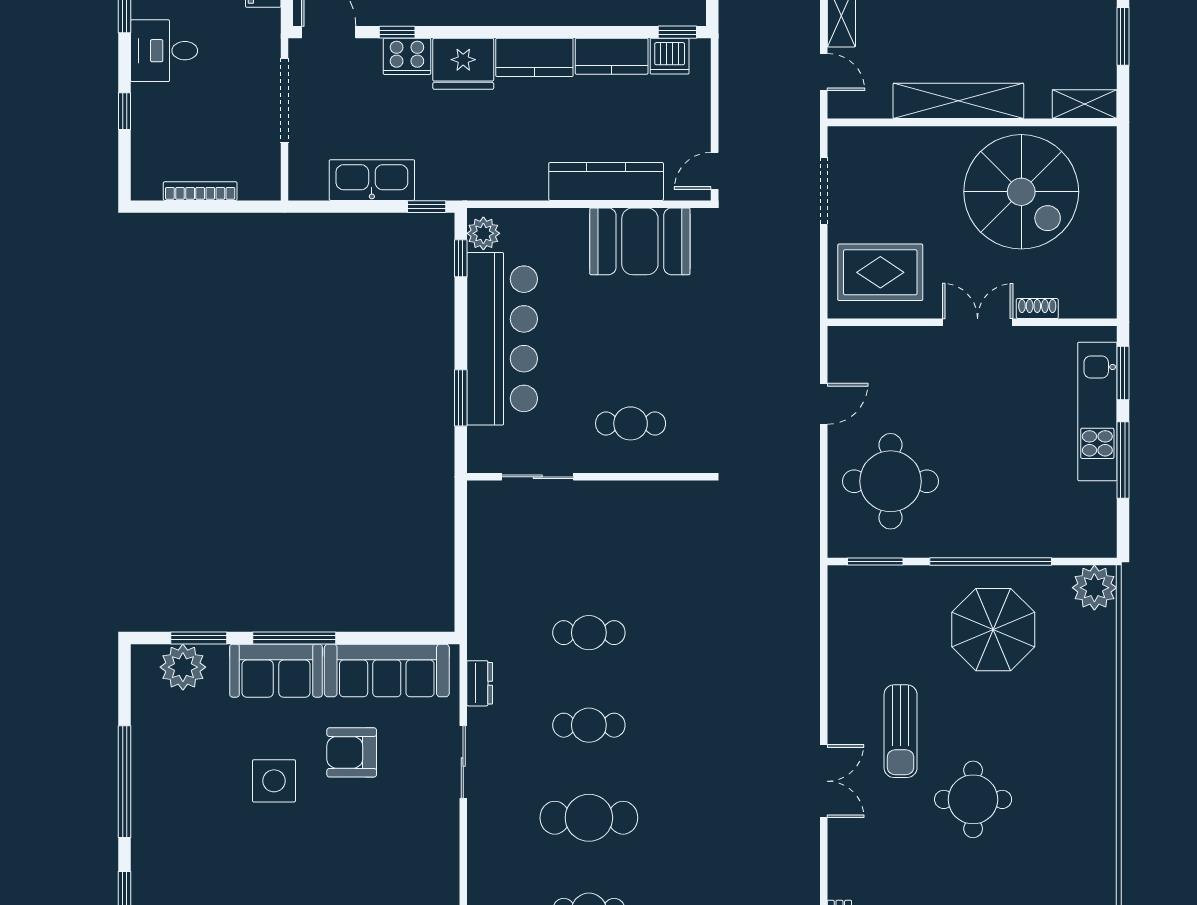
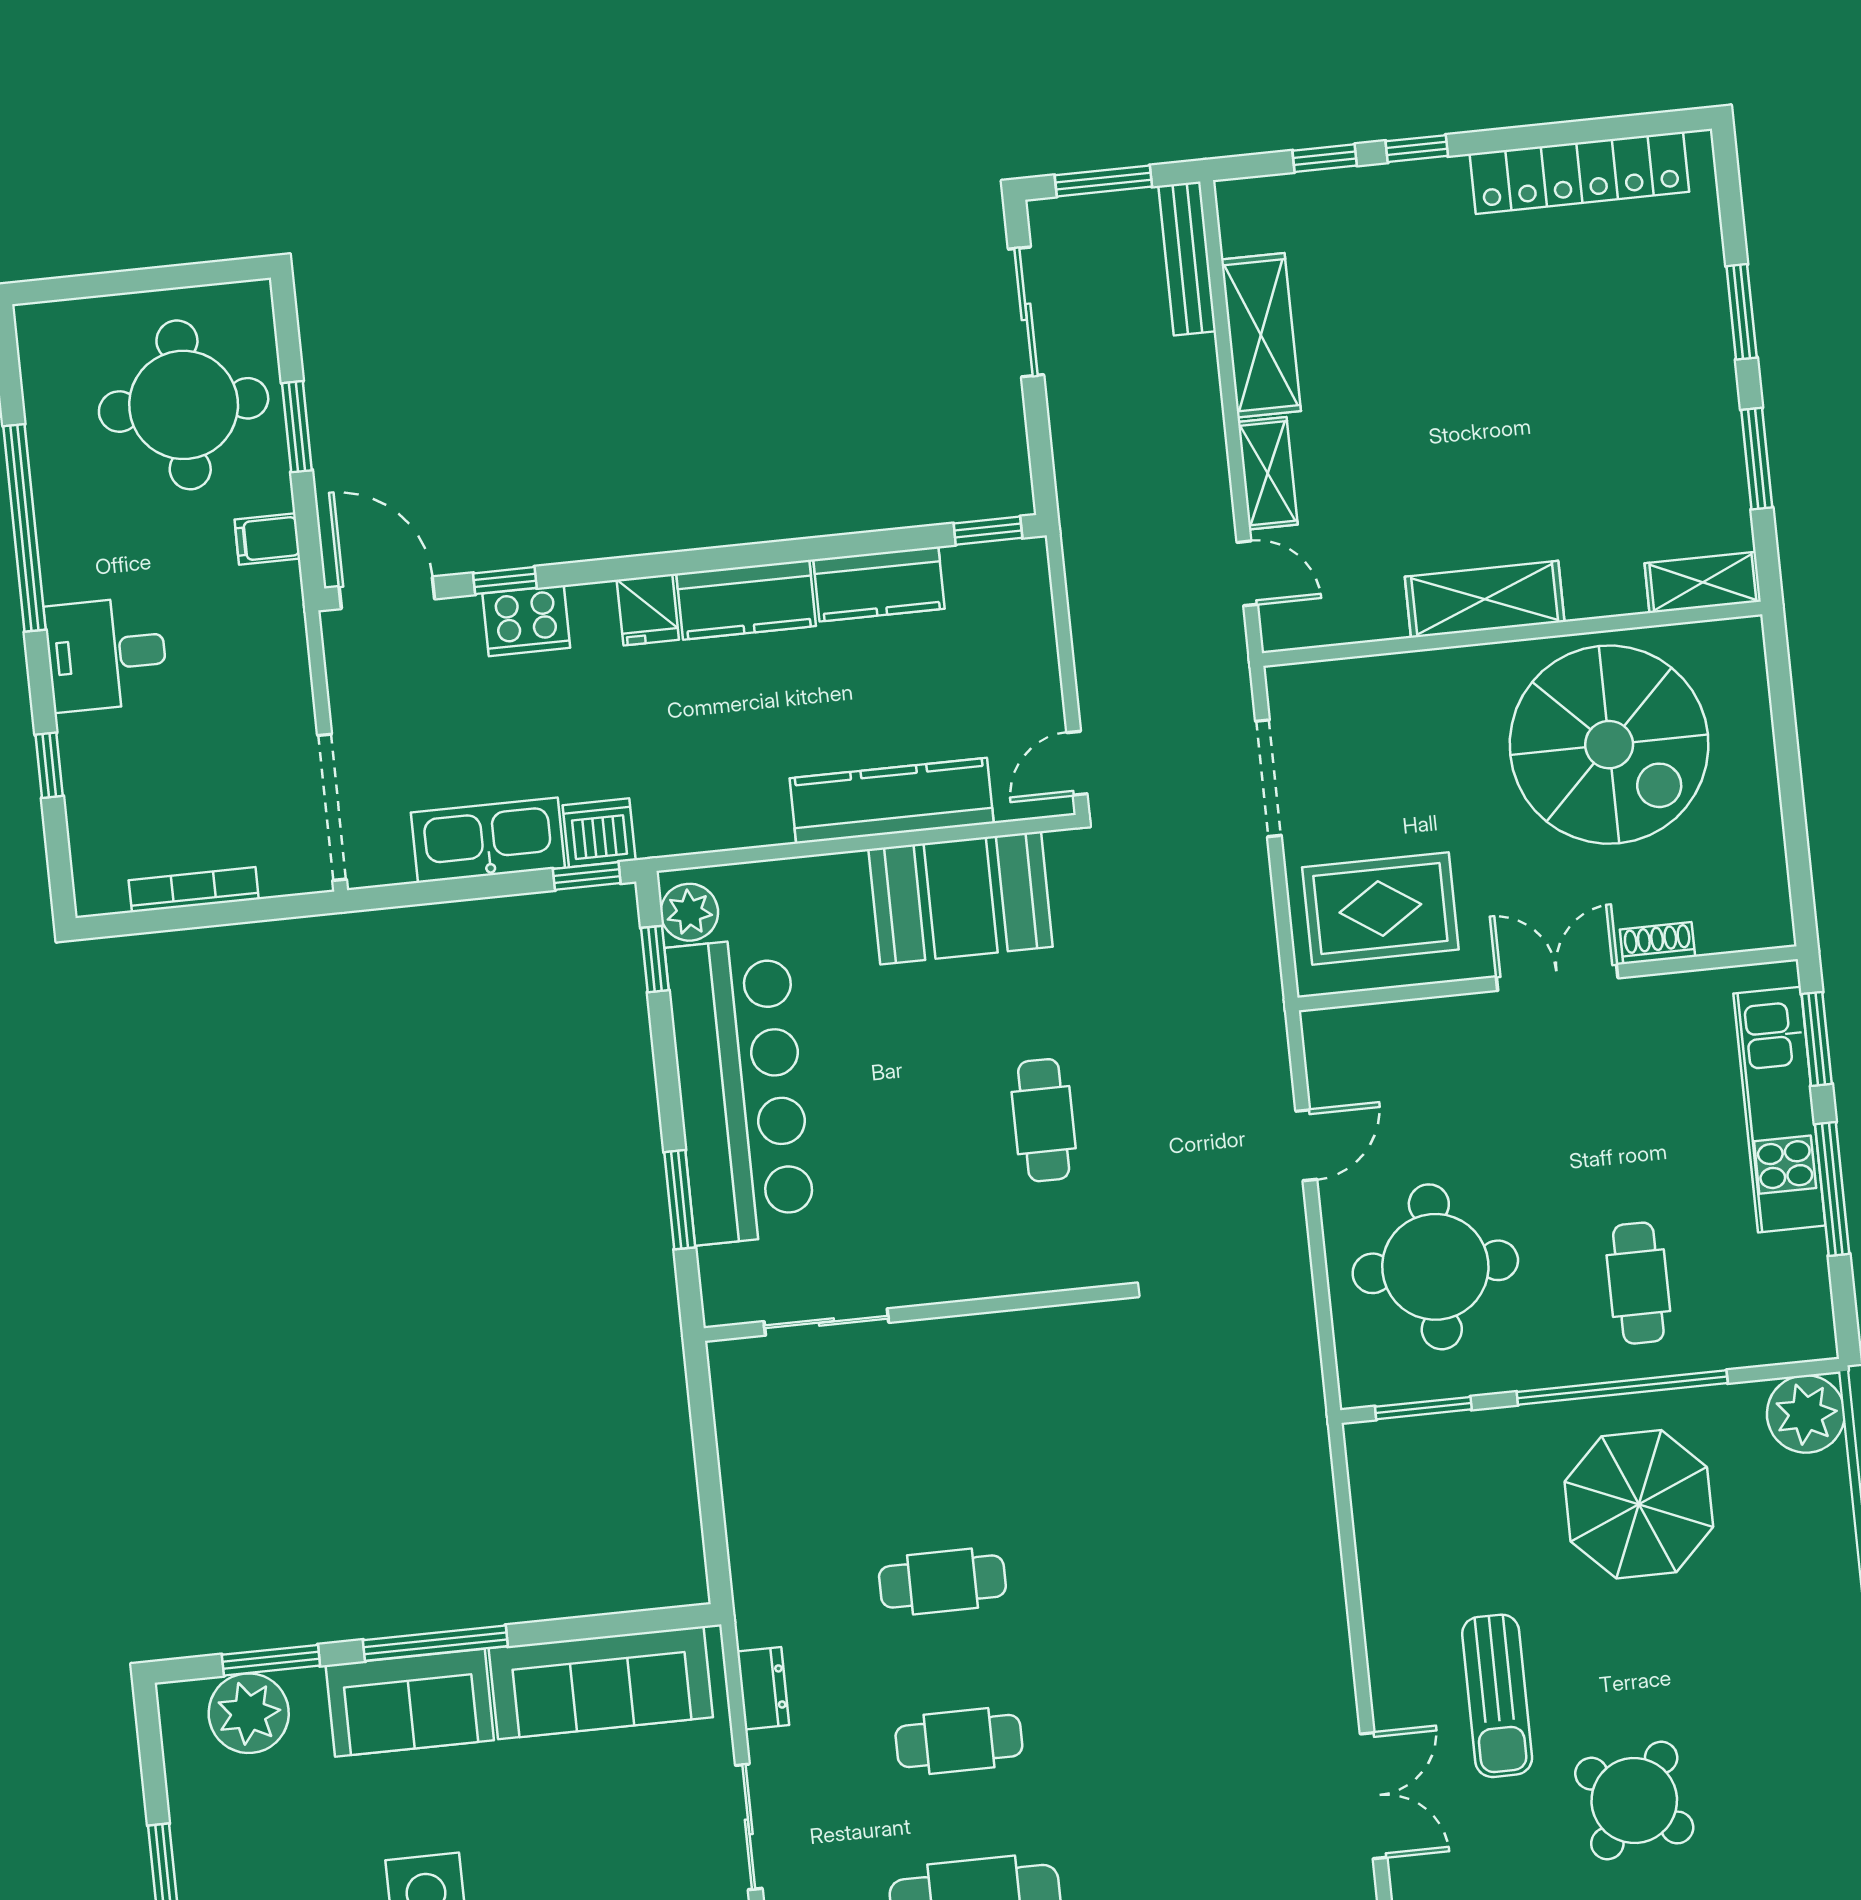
dishwasher: (670, 56) -> (599, 833), moved, turned 180
fridge: (463, 64) -> (648, 610), width x0.53, depth x0.75
doorway: (284, 100) -> (332, 807), moved
shelving: (958, 101) -> (1485, 599), width x0.68
cafe table: (631, 423) -> (1044, 1120), moved, turned 90
cafe table: (1006, 503) -> (1638, 1283), added
armchair: (352, 752) -> (555, 1830), removed
round table: (973, 799) -> (1634, 1801), turned 38

